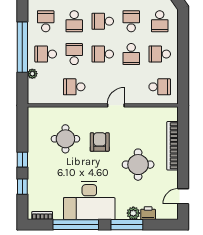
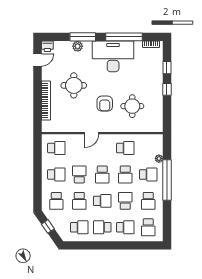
school desk: (160, 21) -> (56, 201), turned 180
school desk: (103, 54) -> (102, 174), turned 90
school desk: (160, 87) -> (56, 148), turned 180
printer: (148, 213) -> (47, 46), moved

